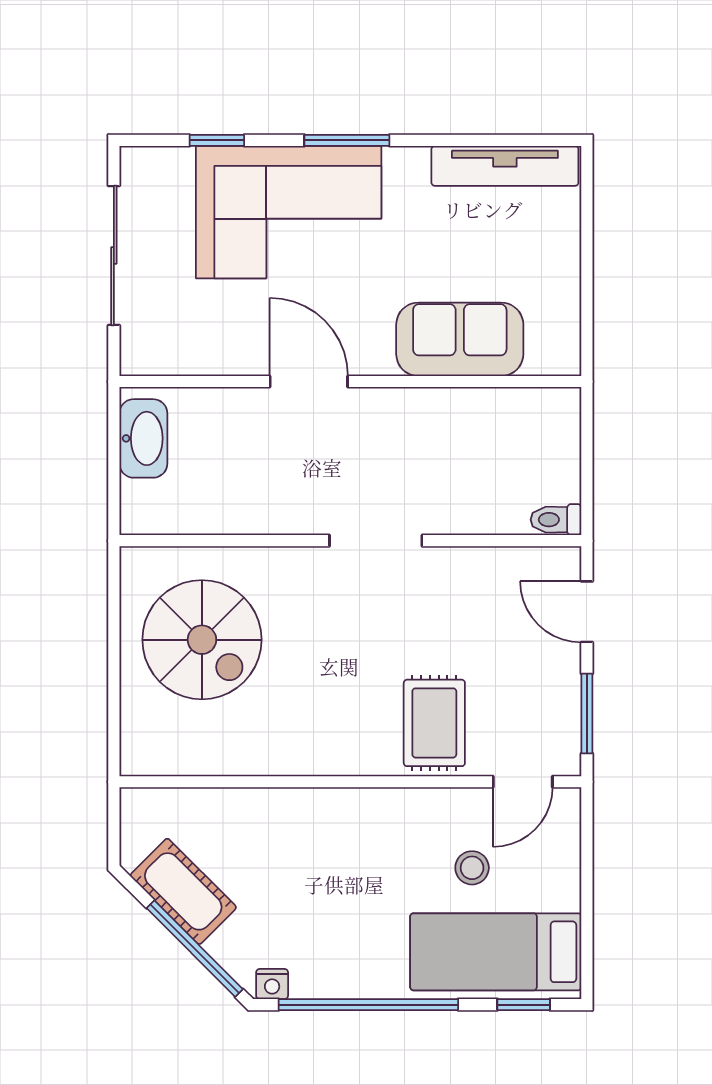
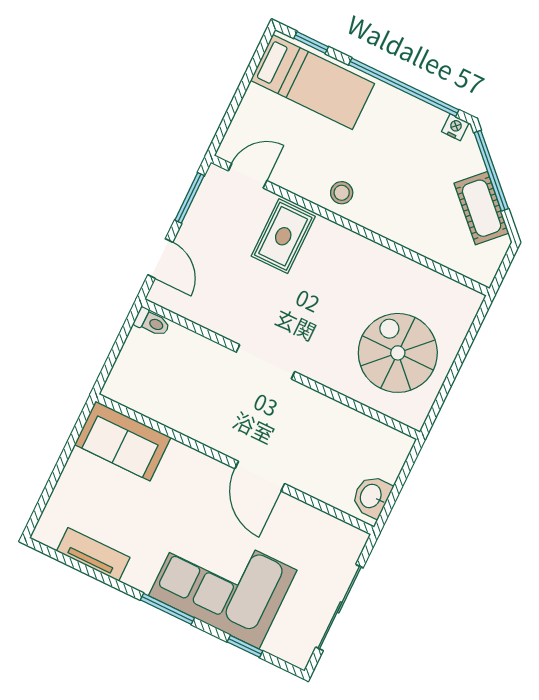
tv unit: (505, 166) -> (93, 554), width x0.71
sofa: (460, 339) -> (123, 441), moved
washbasin: (143, 438) -> (372, 496), width x0.72
stool: (472, 868) -> (342, 193), moved

